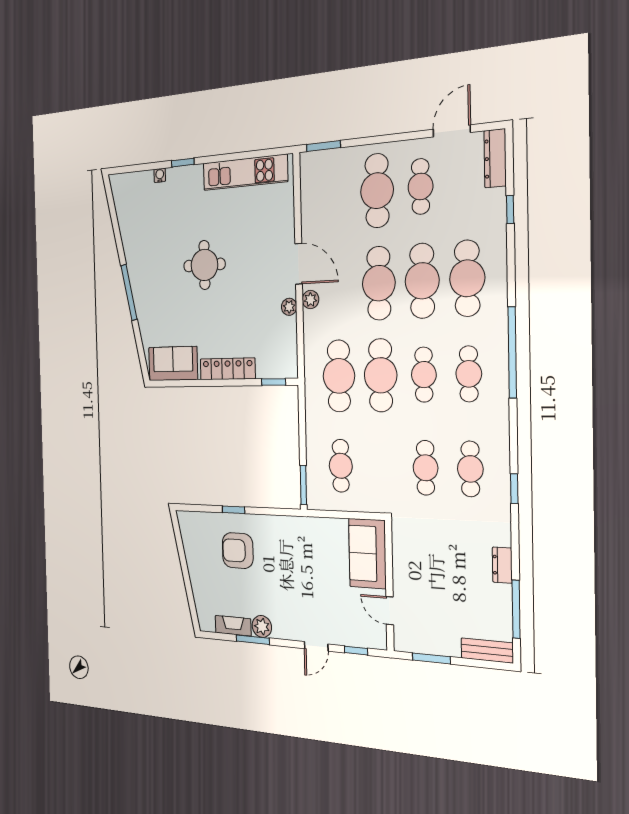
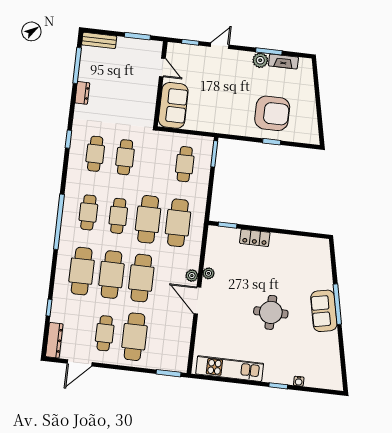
sofa: (173, 364) -> (324, 311), moved, turned 78
locker: (228, 369) -> (255, 238), width x0.66
armchair: (238, 551) -> (272, 113), width x1.36, depth x1.36

